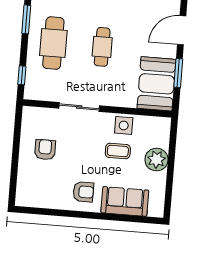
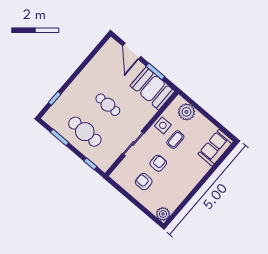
plant: (156, 160) -> (186, 112), moved
armchair: (83, 192) -> (158, 163), moved
plant: (24, 197) -> (163, 214), added
sofa: (125, 201) -> (216, 148), moved

